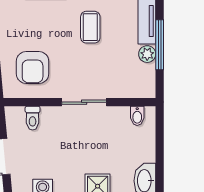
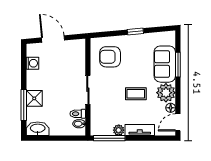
window: (160, 45) -> (109, 138), moved
toilet: (33, 118) -> (78, 114), moved

